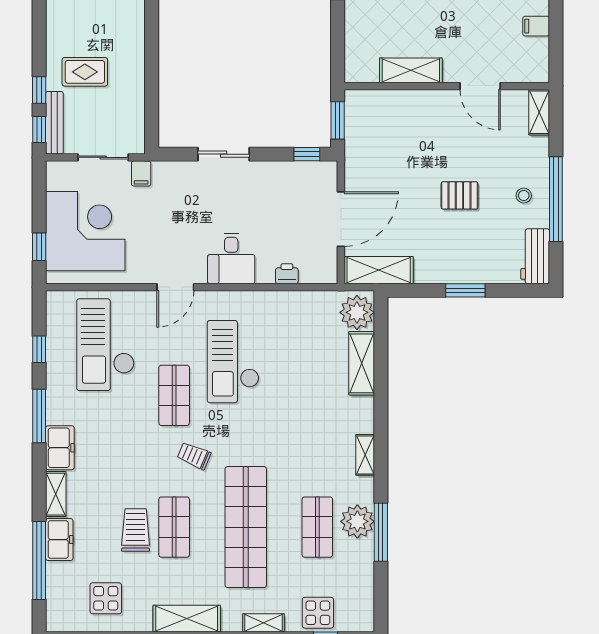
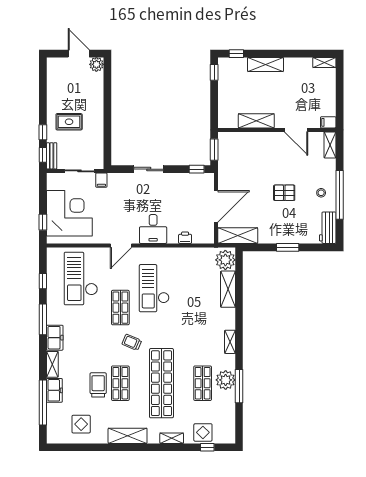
filing cabinet: (536, 26) -> (328, 122), moved
bench: (54, 123) -> (52, 156), width x0.73

